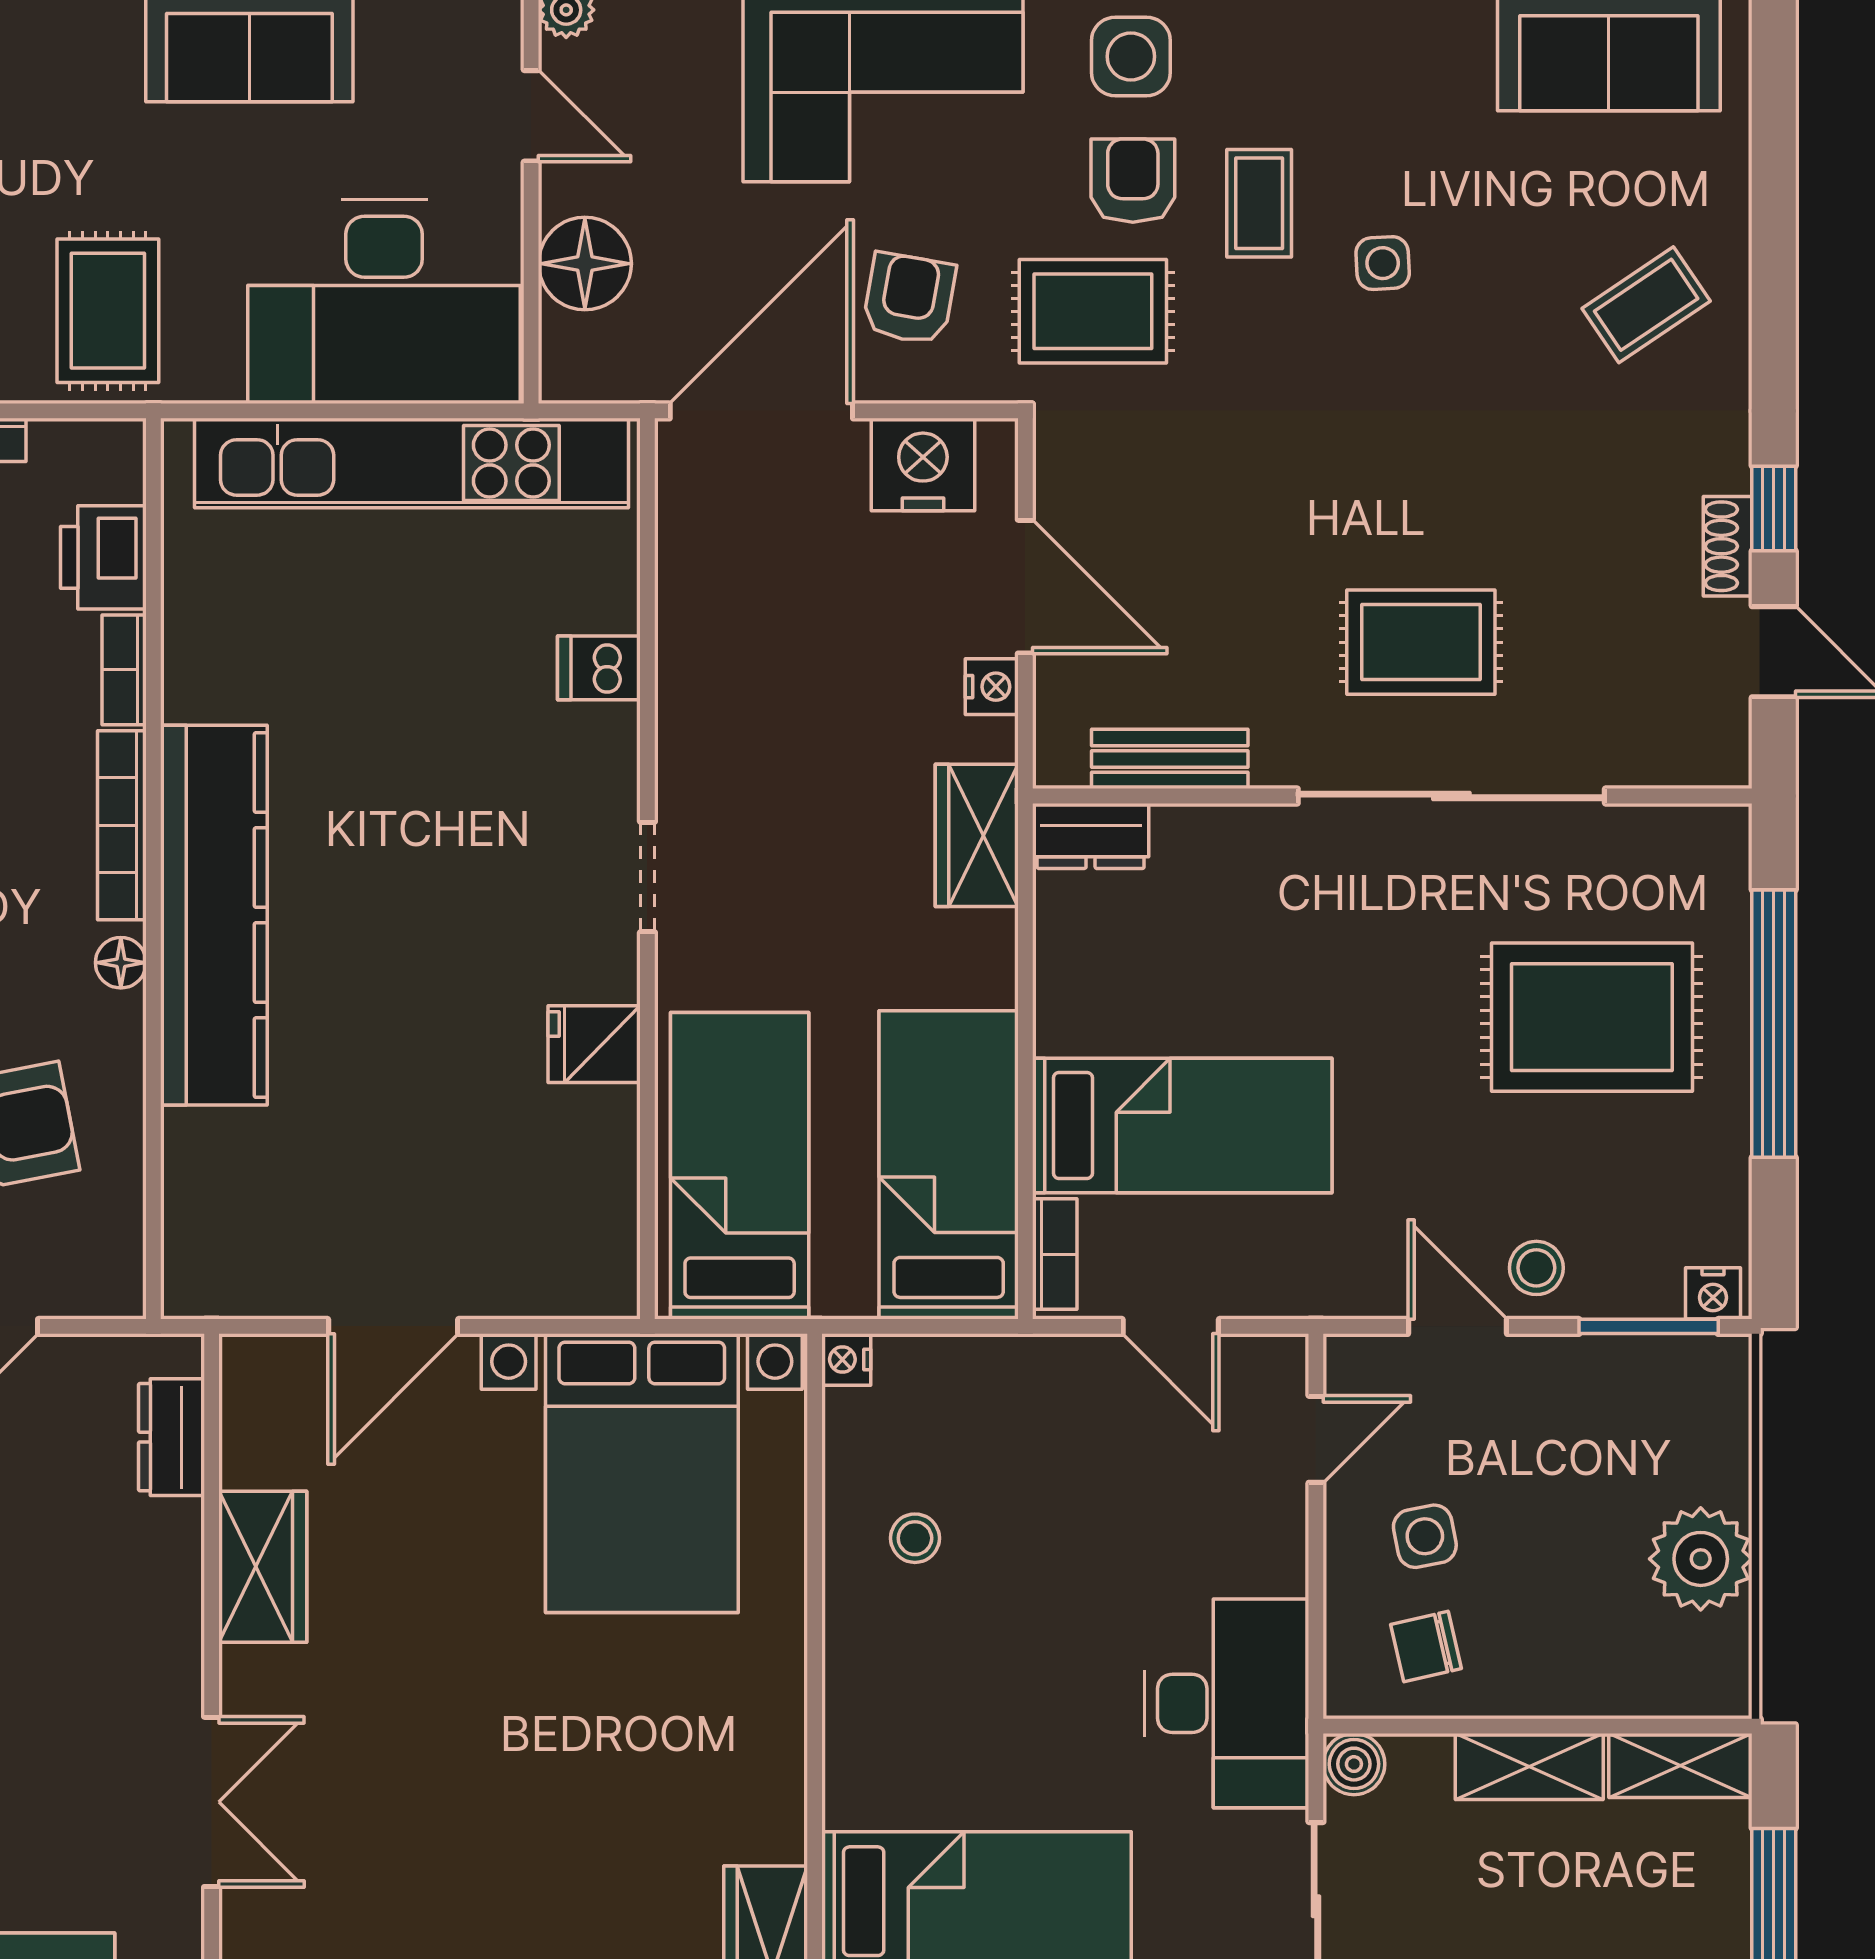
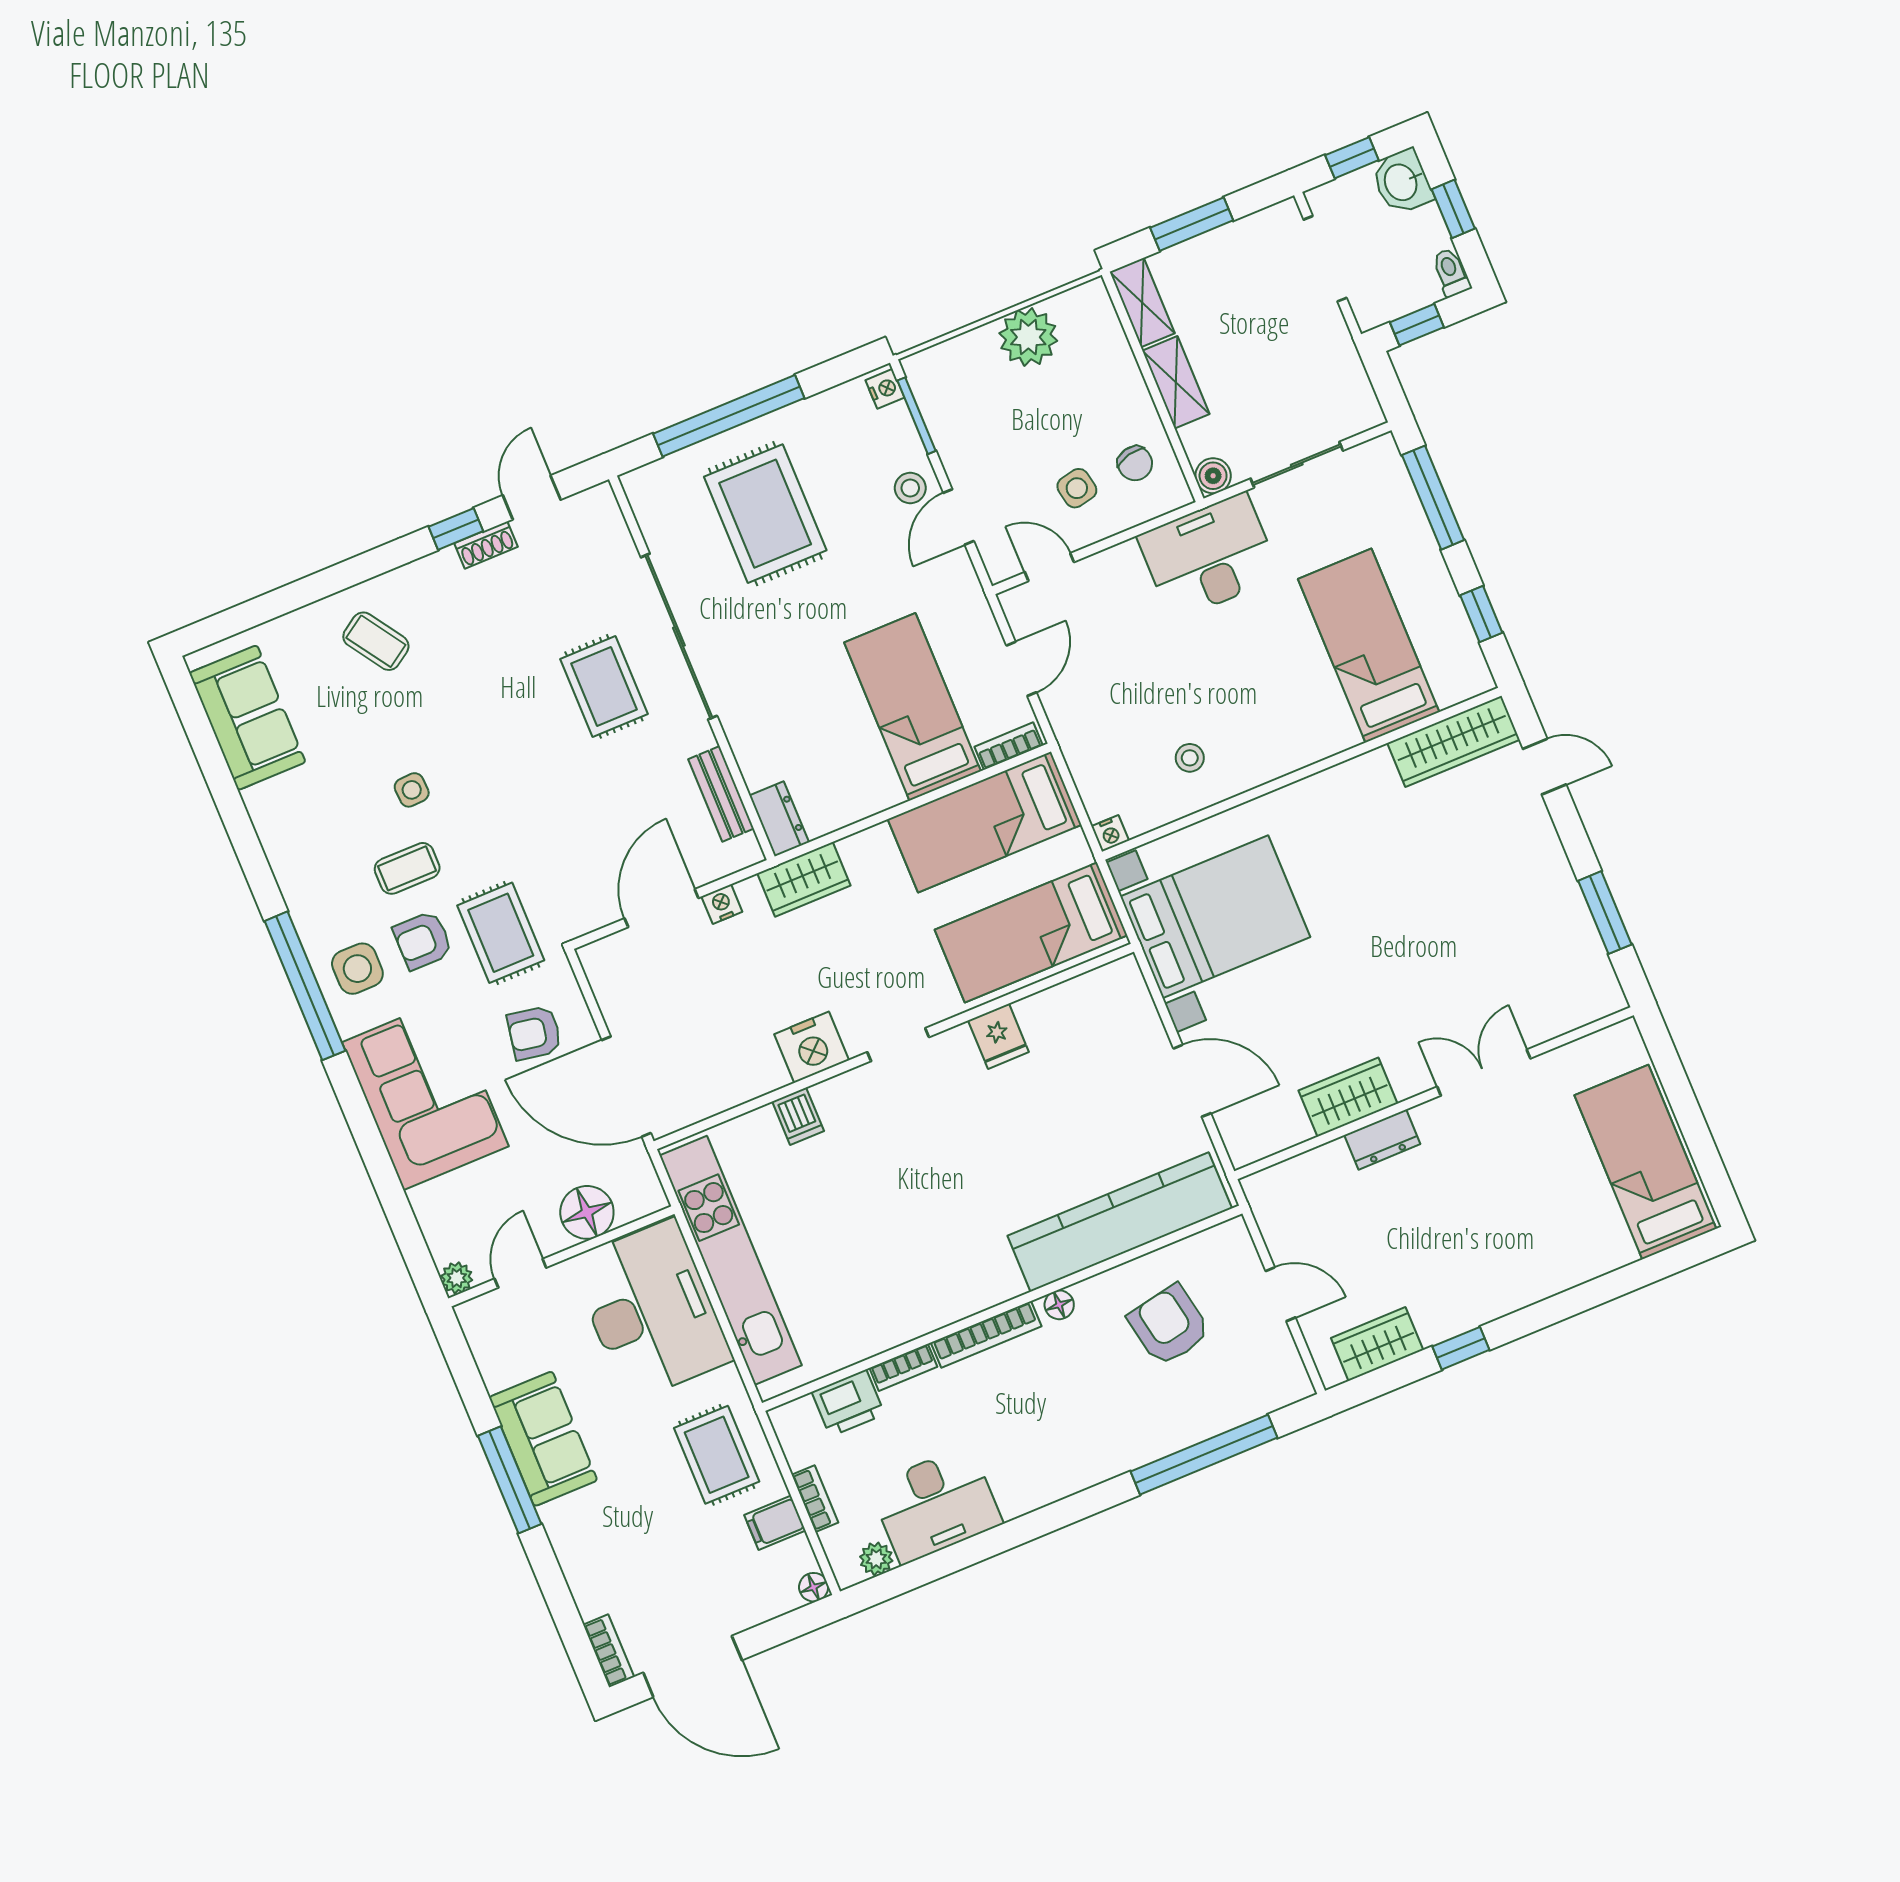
rug: (108, 311) -> (717, 1455), turned 90
nightstand: (923, 465) -> (812, 1047), moved, turned -90
kitchen counter: (214, 915) -> (1120, 1222), moved
dresser: (171, 1437) -> (1382, 1140), moved

